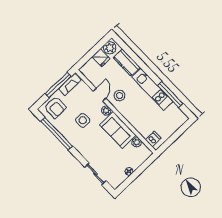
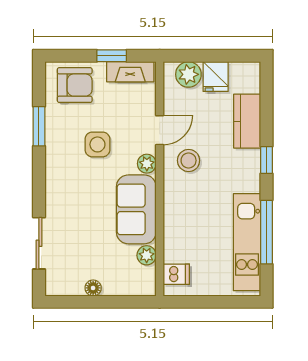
plant: (110, 48) -> (188, 74), moved
window: (146, 69) -> (266, 160), added
window: (58, 85) -> (112, 56), width x0.46
kitchen unit: (152, 89) -> (247, 242), moved
armchair: (55, 107) -> (75, 85), turned -90
window: (56, 134) -> (39, 126), width x0.47

